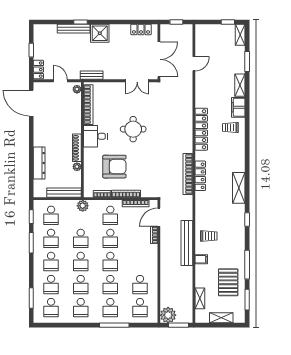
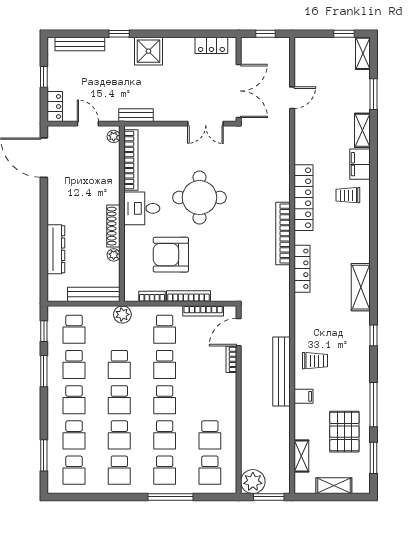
bench: (74, 29) -> (80, 44), moved
round table: (133, 129) -> (199, 198), width x1.36, depth x1.36
armchair: (114, 167) -> (171, 255), turned 180
bookcase: (188, 174) -> (283, 233), moved

